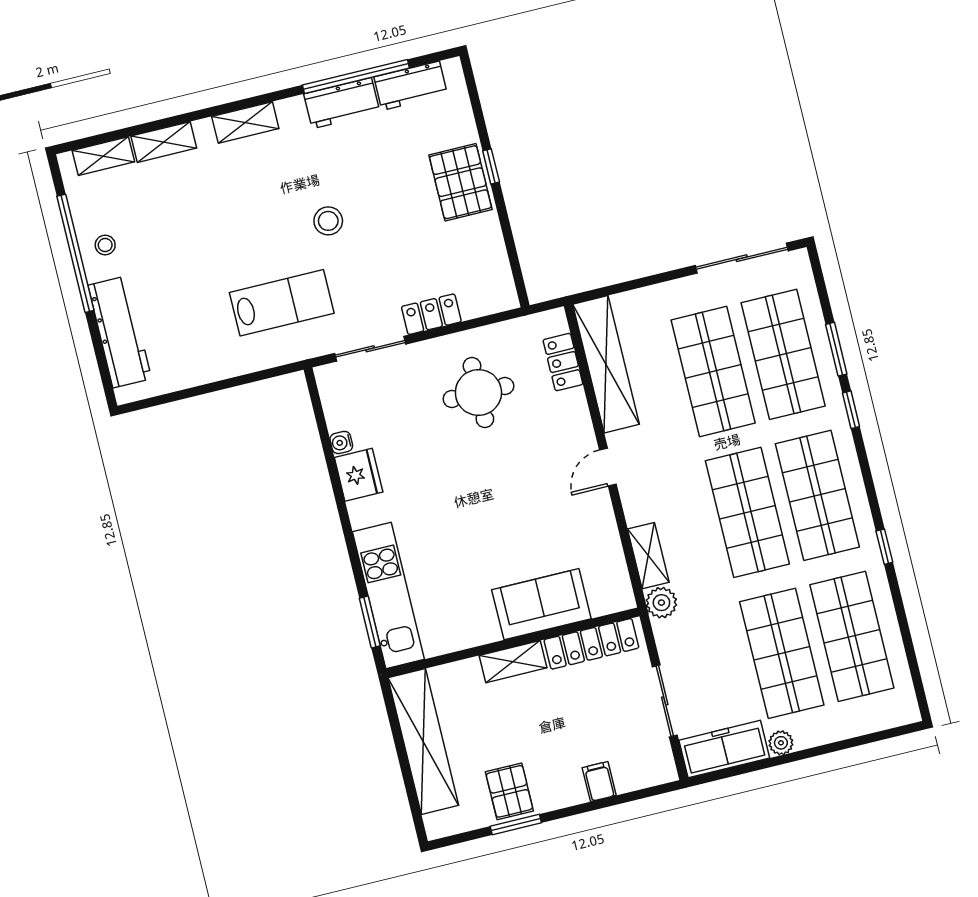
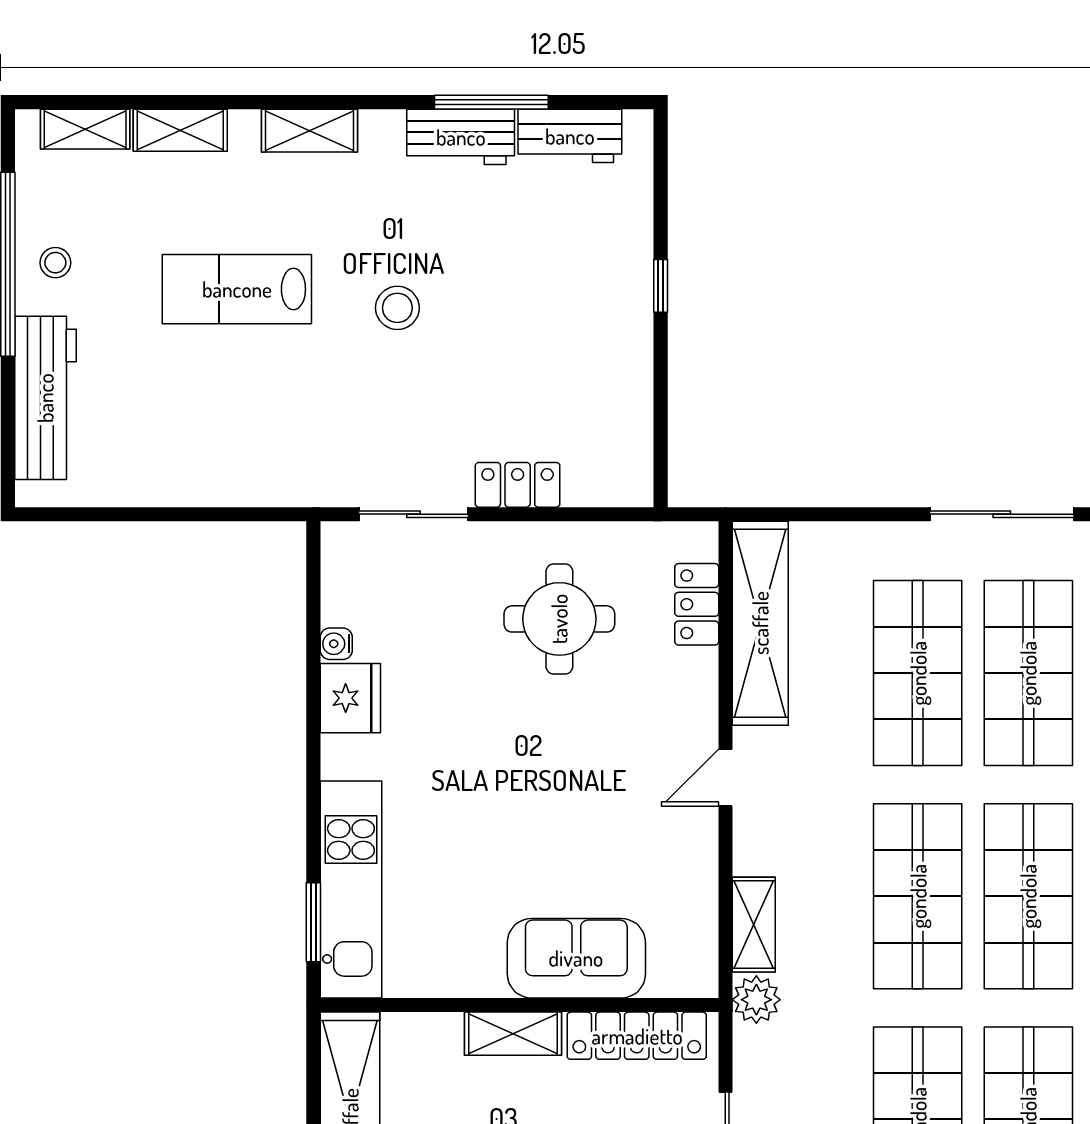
window: (356, 76) -> (491, 102), width x0.68
pallet: (460, 182) -> (609, 298), removed
lab bench: (282, 303) -> (237, 289), moved, turned 180

